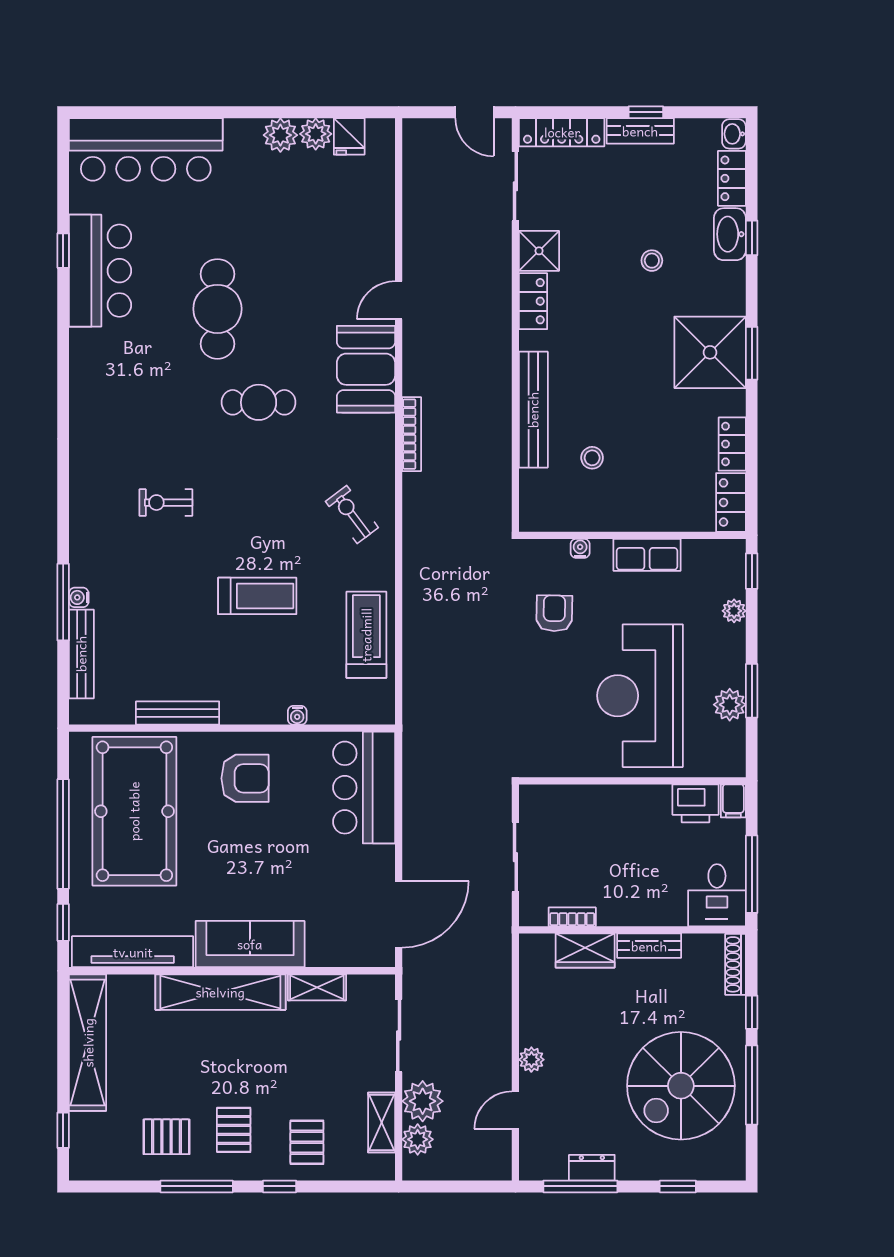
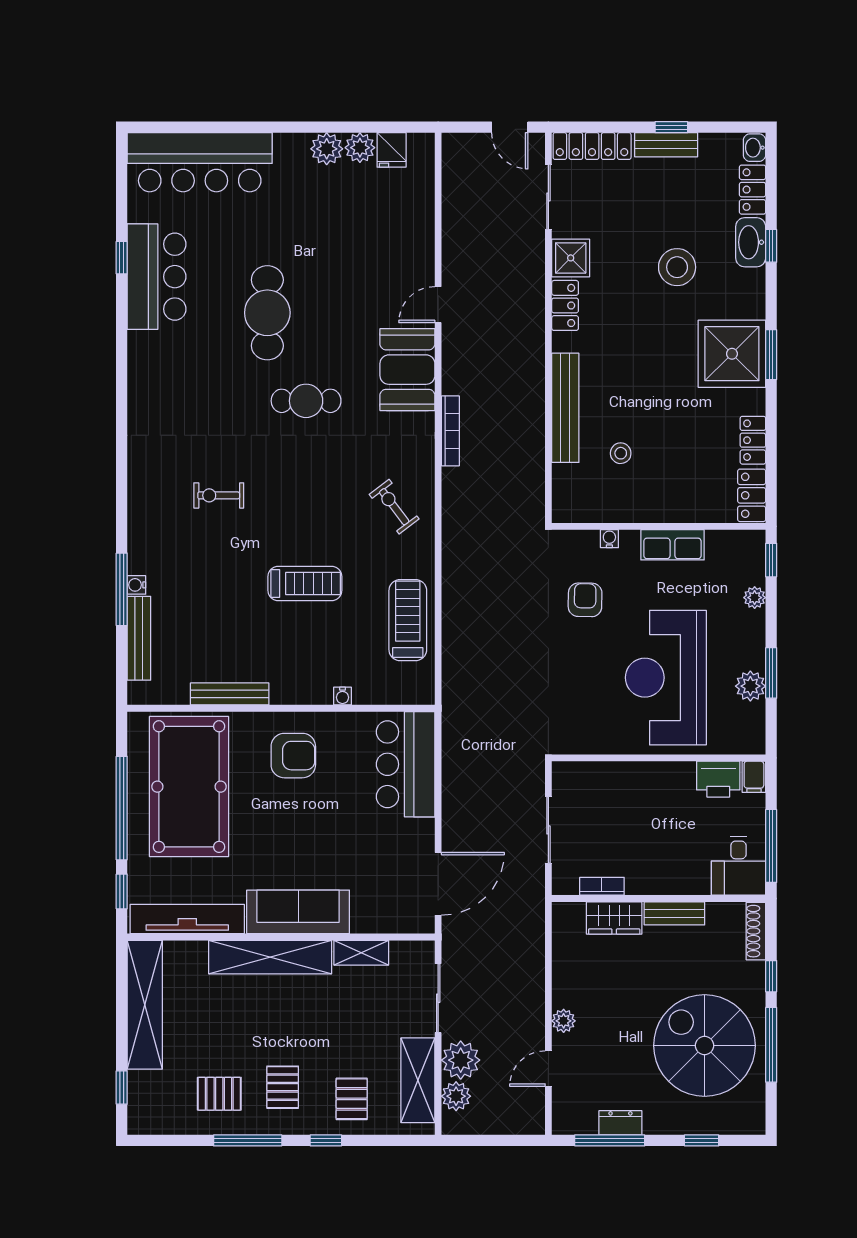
stool: (652, 261) -> (677, 267), width x1.89, depth x1.89
spiral stairs: (681, 1086) -> (704, 1046), turned 90
shelving: (382, 1122) -> (418, 1080), width x1.50, depth x1.33

